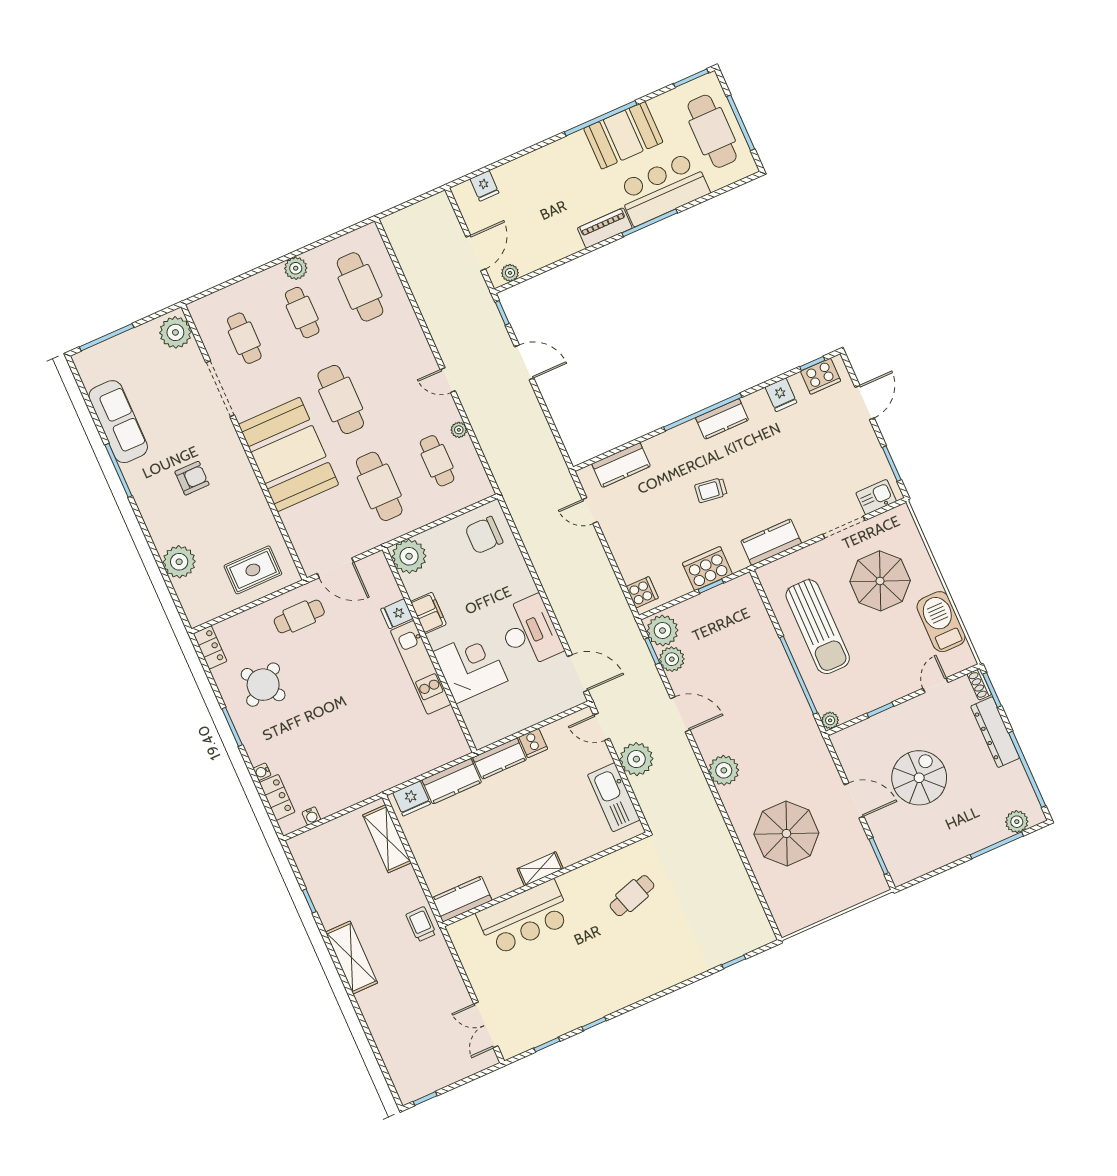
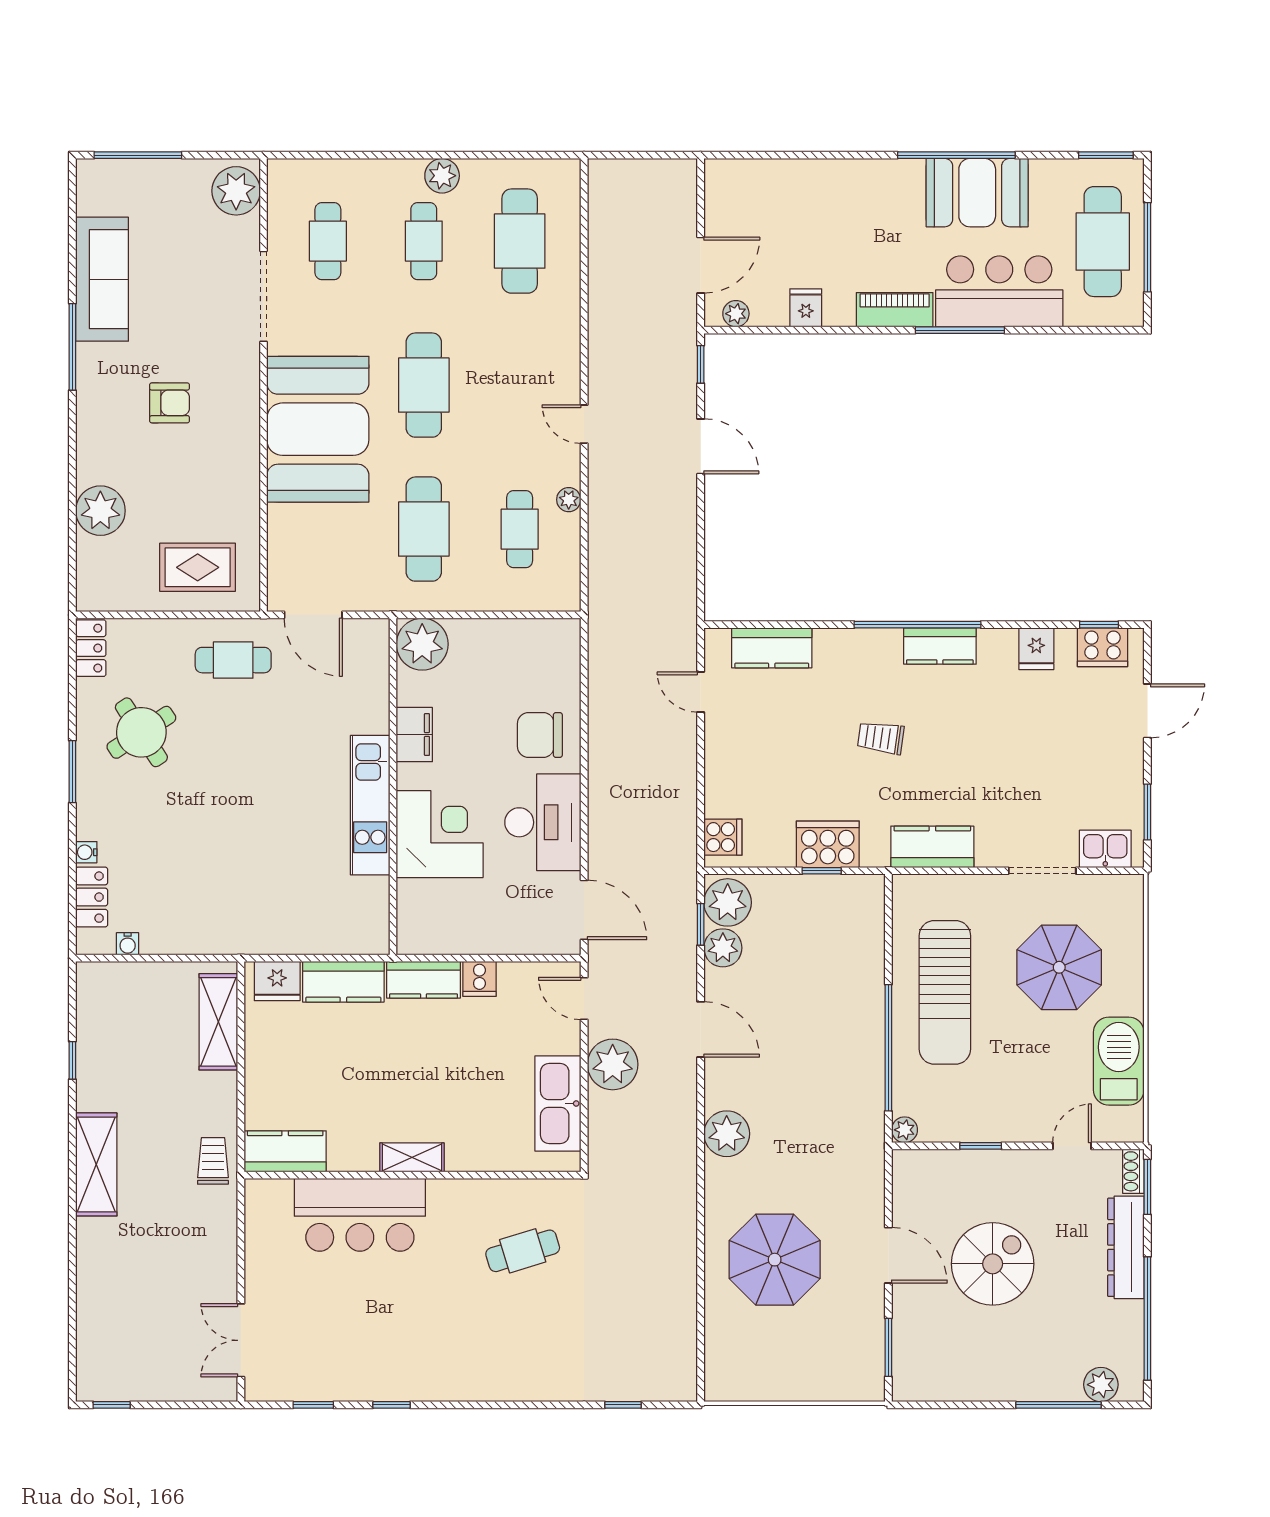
fridge: (484, 186) -> (806, 308), moved, turned 180
chair: (484, 535) -> (540, 735), moved
fridge: (397, 614) -> (370, 716), removed

